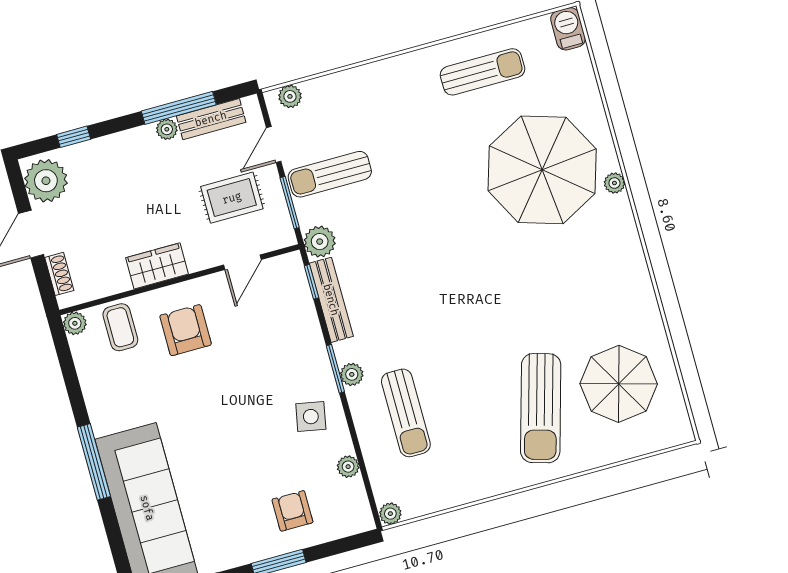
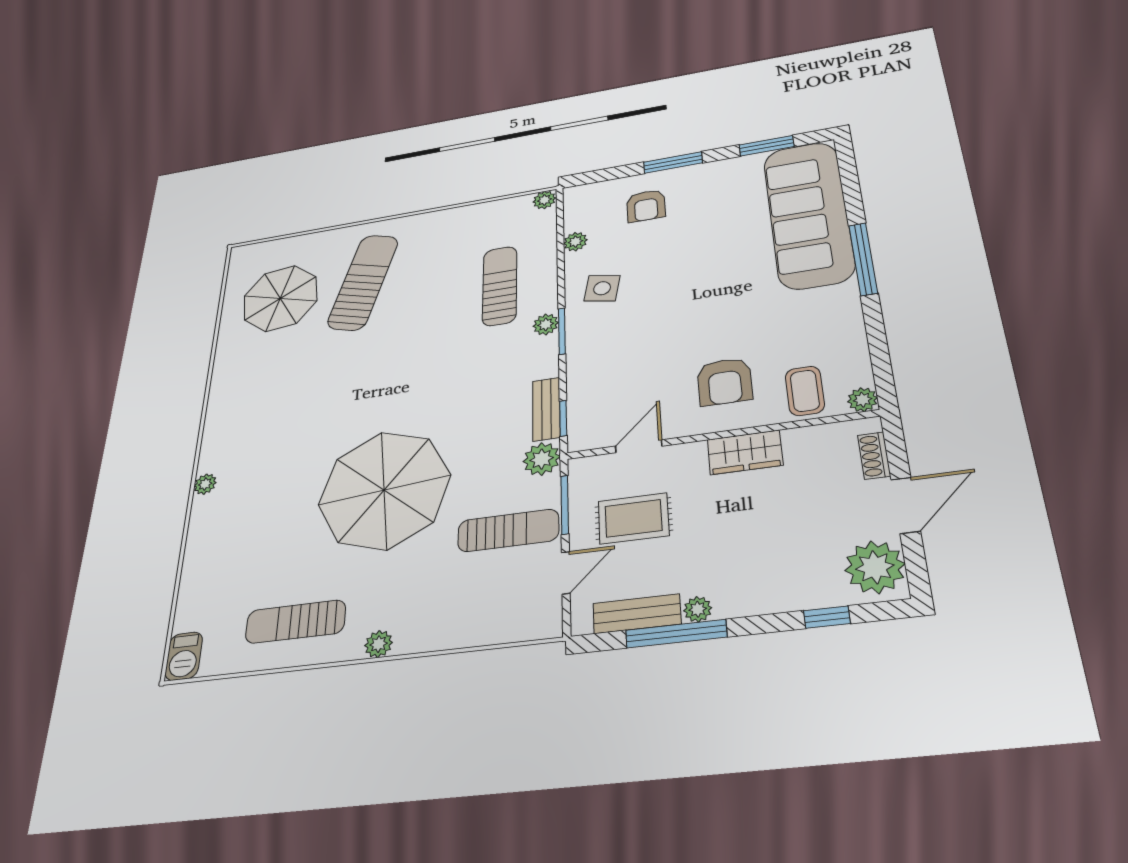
plant: (290, 96) -> (379, 644), moved
parasol: (542, 170) -> (384, 490), moved
bench: (331, 300) -> (546, 409), width x0.73

